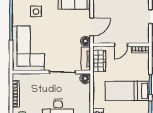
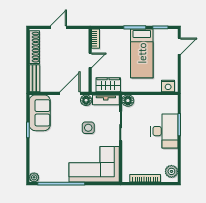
side table: (36, 12) -> (88, 128), moved
door: (92, 27) -> (70, 93), hinge flipped
door: (121, 45) -> (90, 60), hinge flipped

